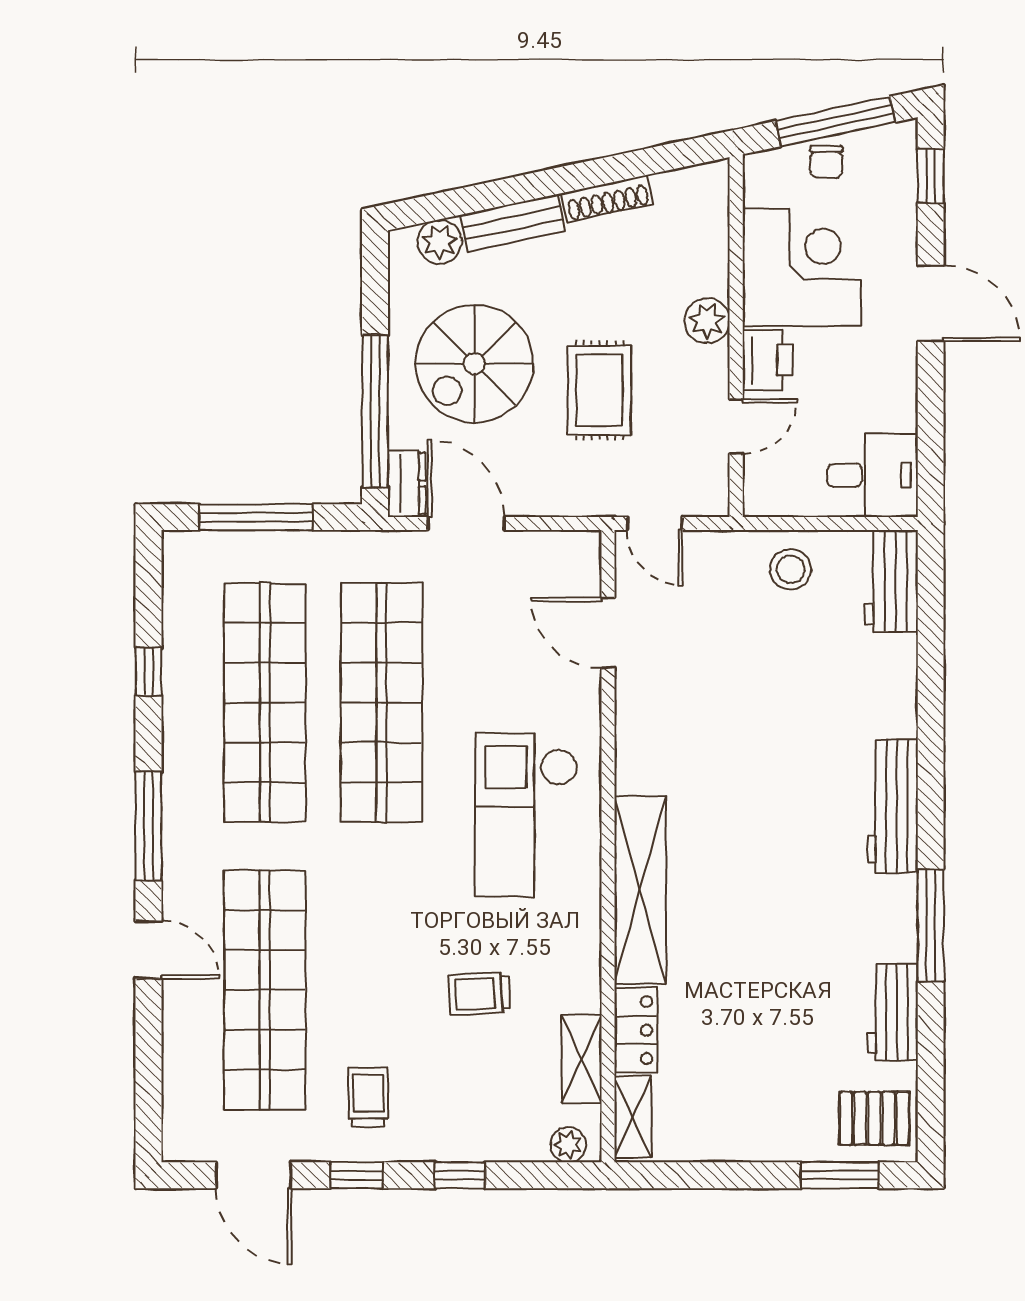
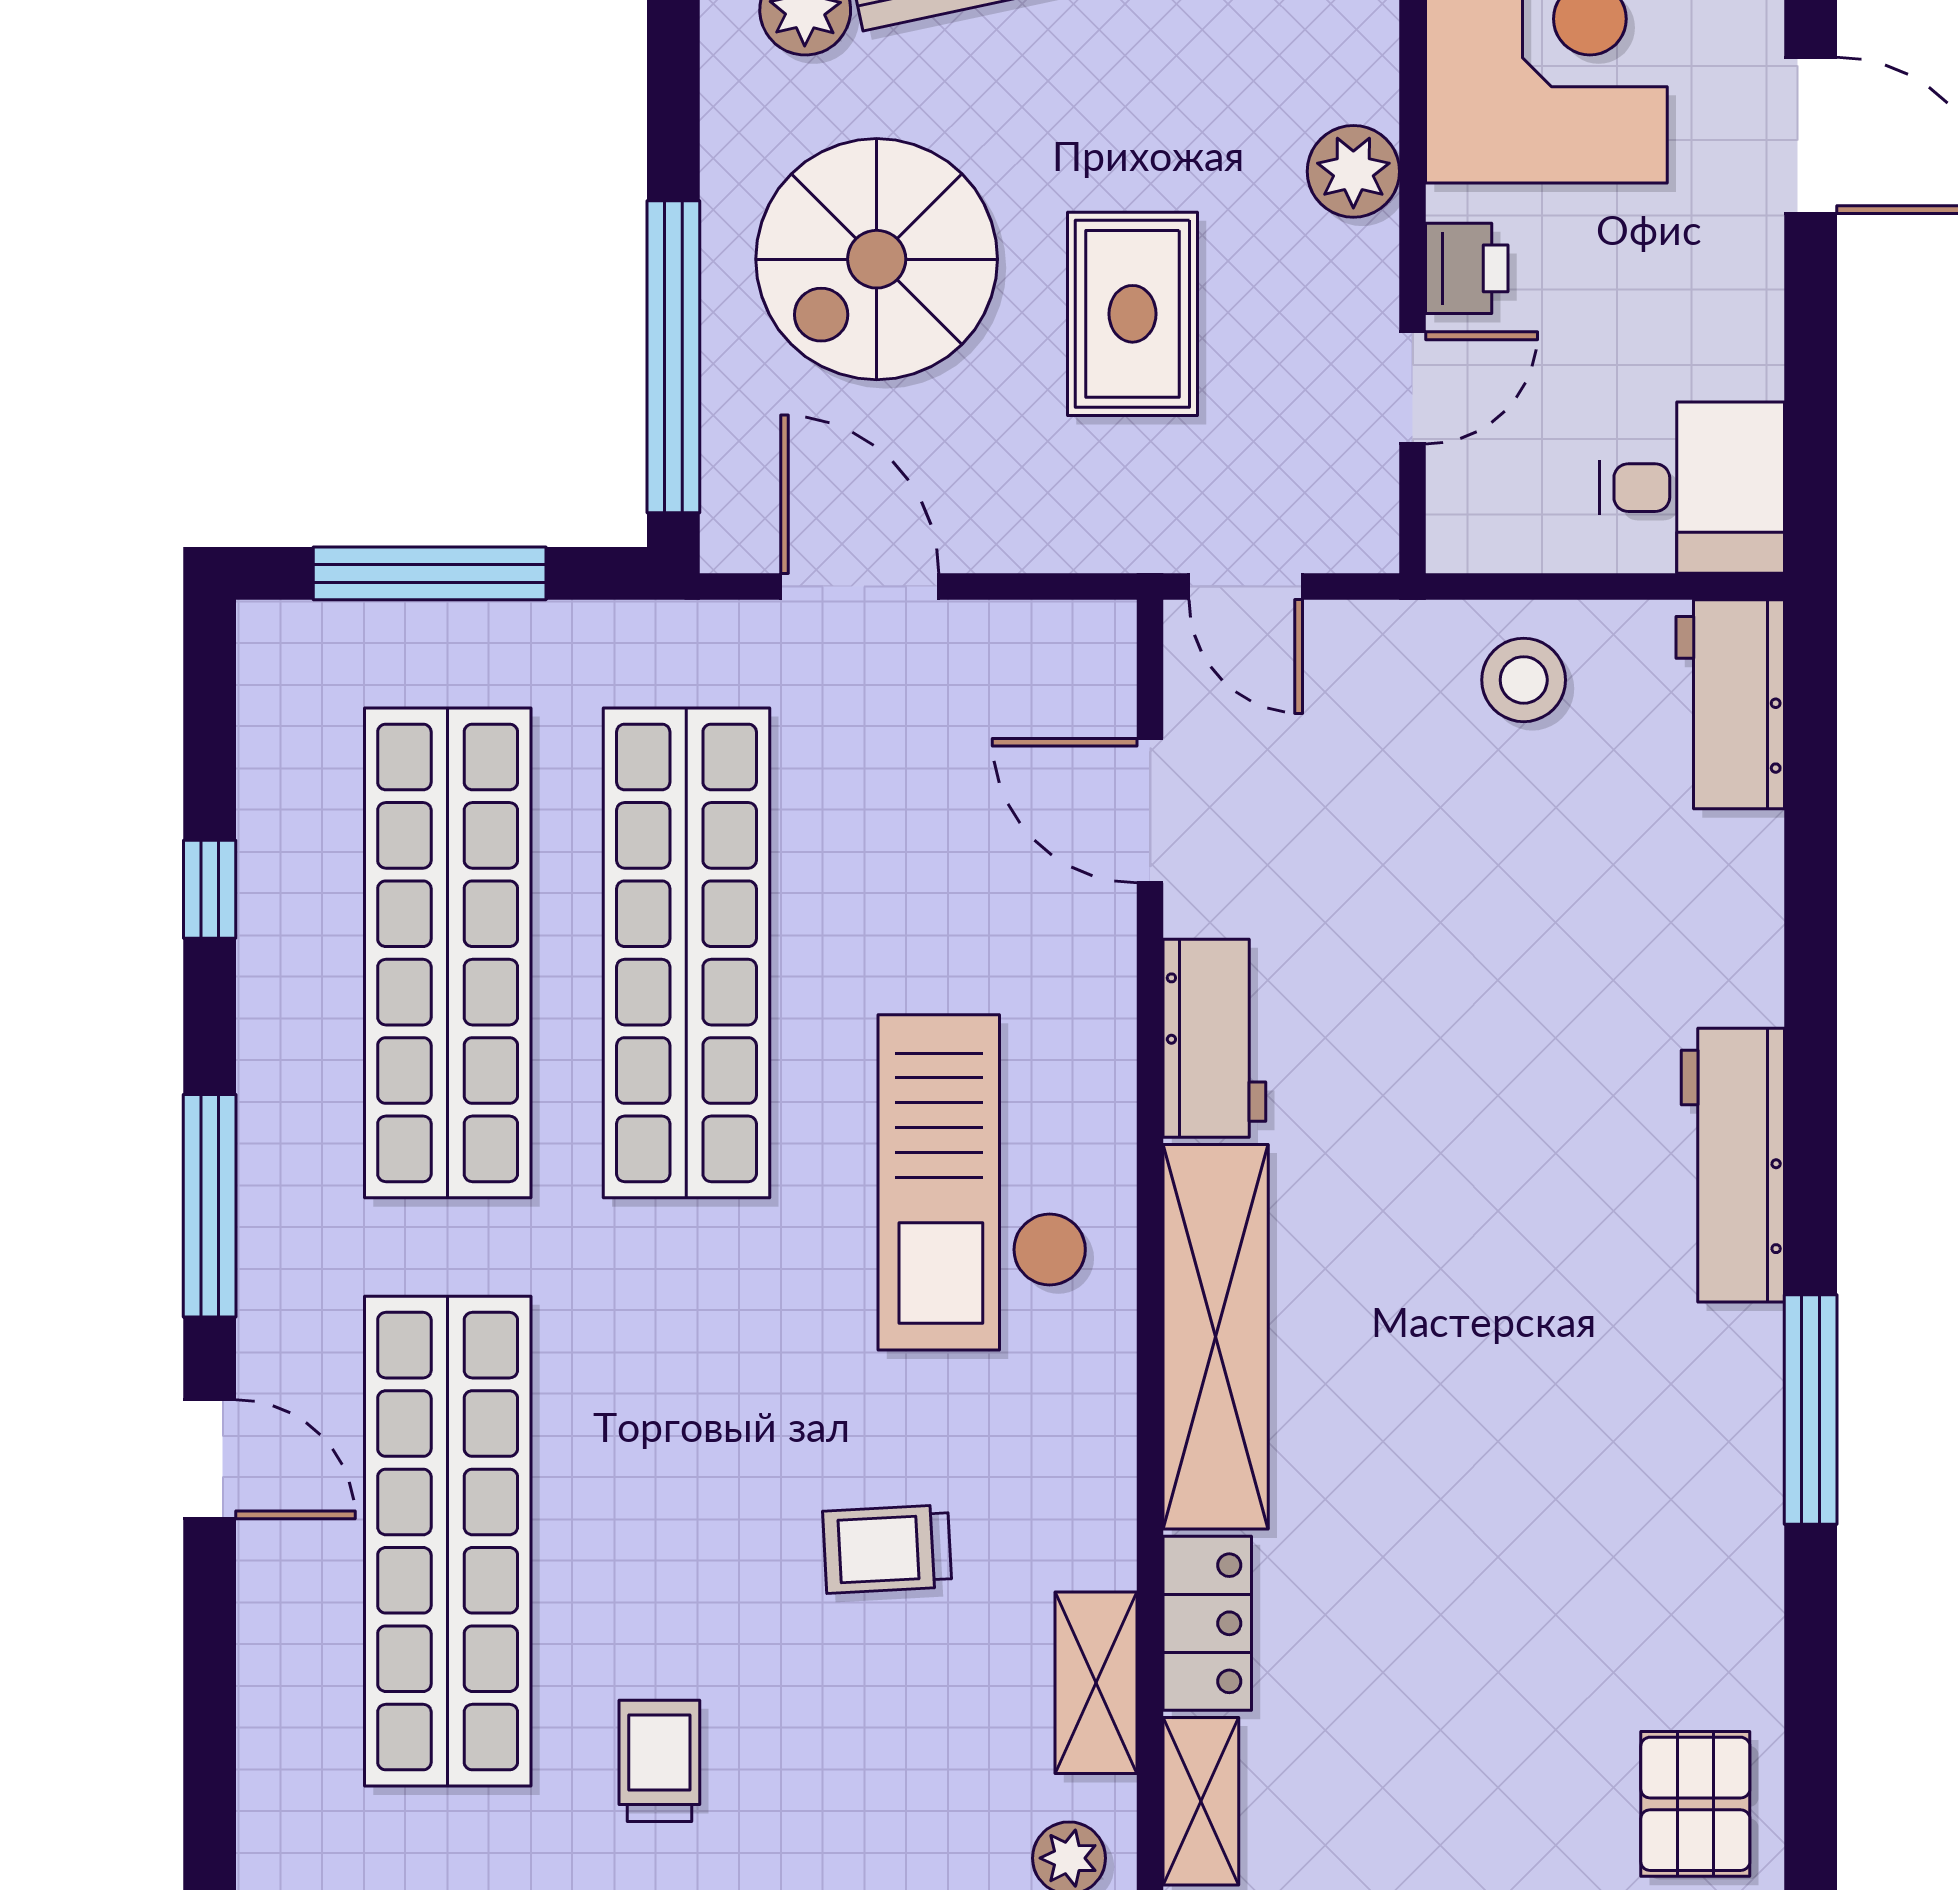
printer: (767, 360) -> (1467, 268), width x0.73, depth x0.81
dresser: (407, 484) -> (738, 505), removed
workbench: (893, 1012) -> (1214, 1038), moved, turned 180
pallet: (874, 1118) -> (1695, 1804), turned 90

